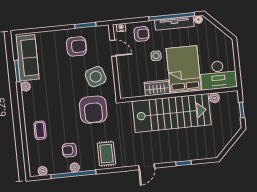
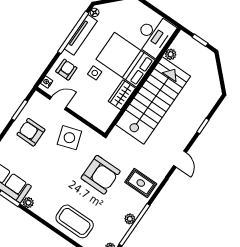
armchair: (77, 46) -> (31, 132), turned -90
armchair: (93, 110) -> (101, 175), moved
coffee table: (40, 130) -> (75, 221), width x1.86, depth x1.72
armchair: (69, 150) -> (112, 211), removed

